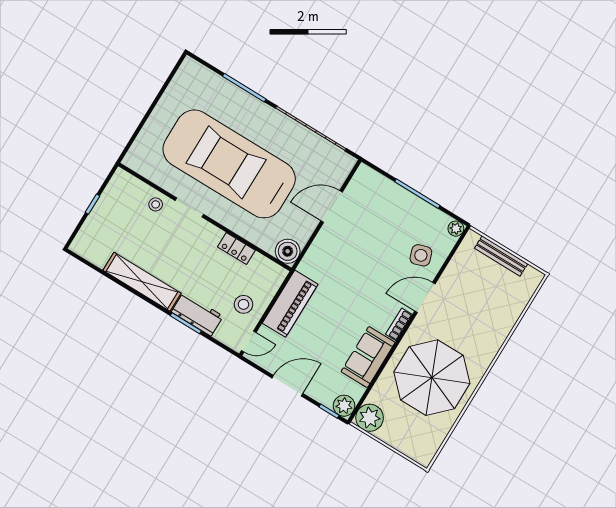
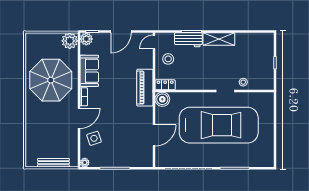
locker: (236, 249) -> (165, 85), moved
shelving: (142, 282) -> (219, 39), width x0.68
piano: (290, 304) -> (145, 88), moved

